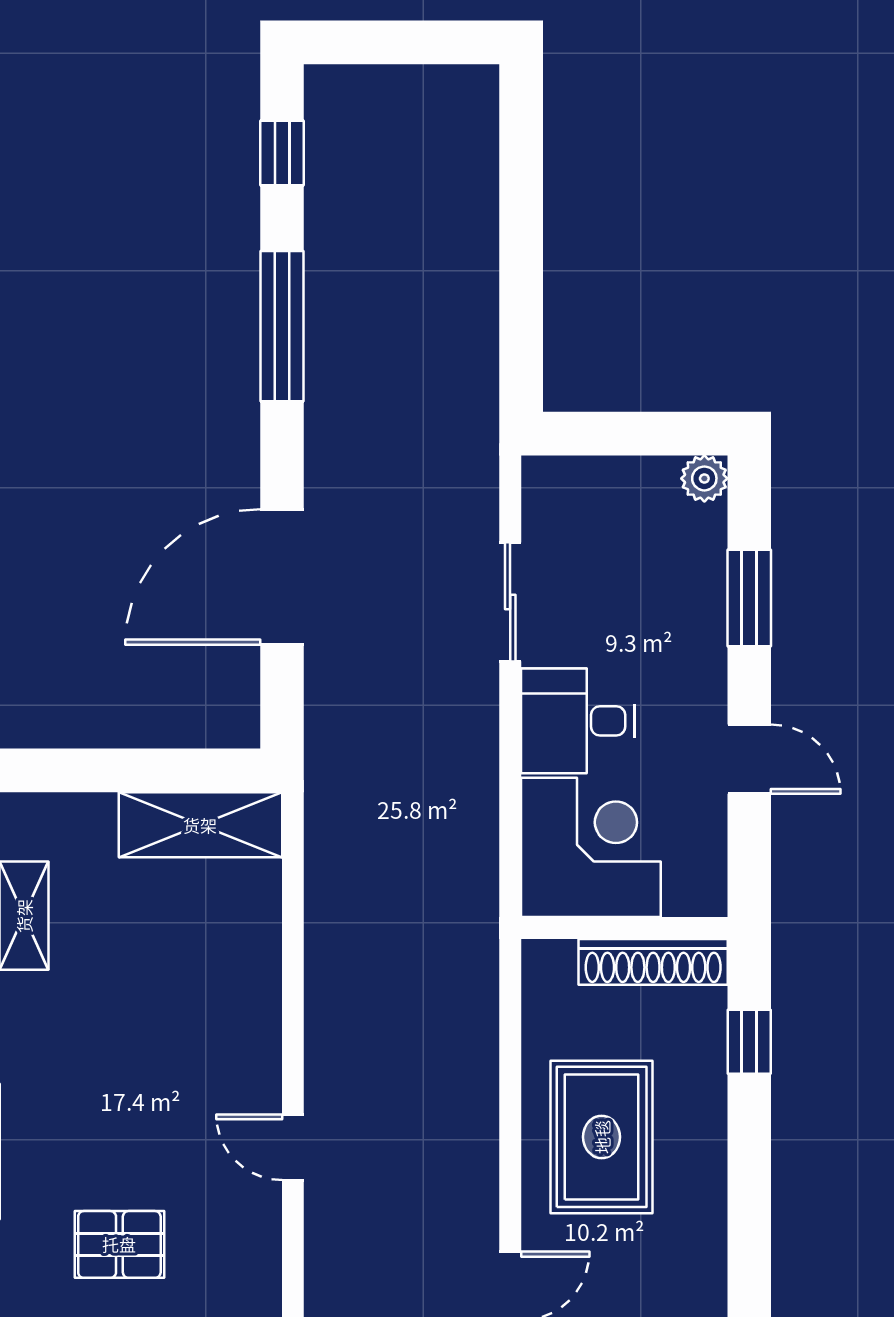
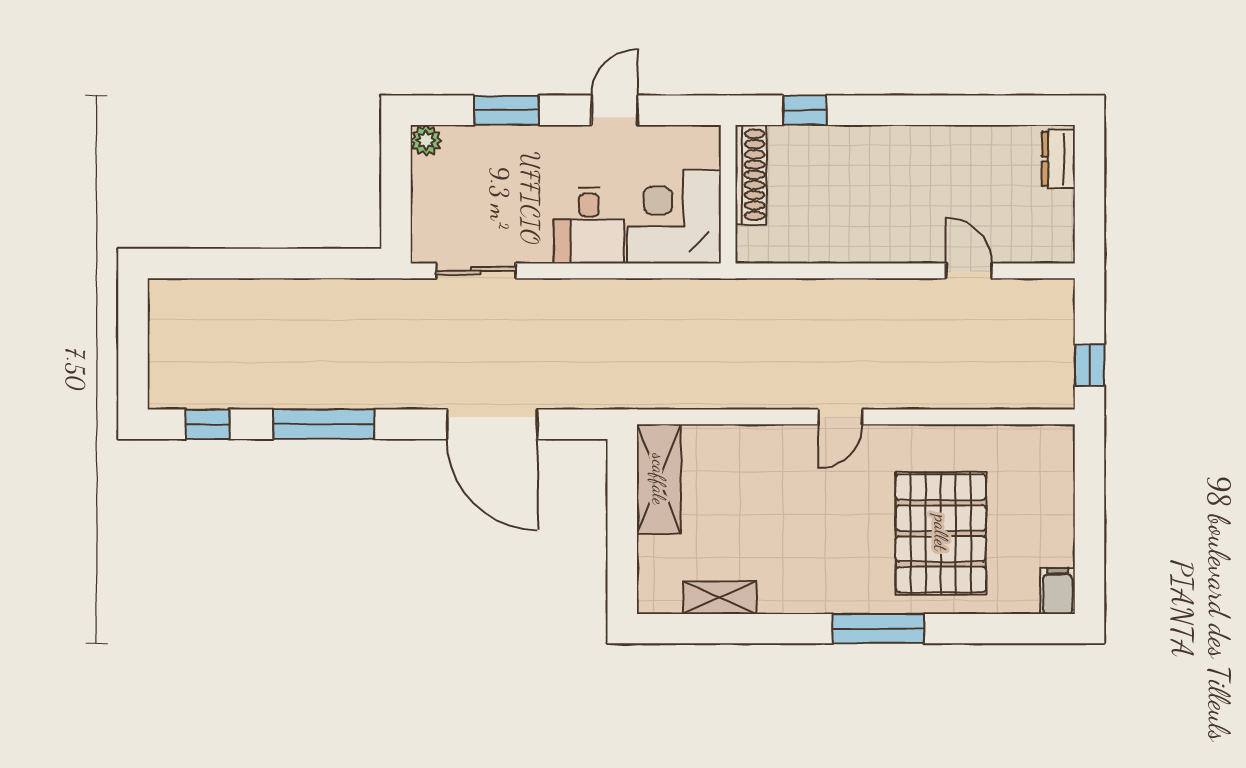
sliding door: (510, 602) -> (476, 271), moved
rug: (602, 1137) -> (869, 209), removed
door: (293, 1147) -> (840, 417), moved
pallet: (119, 1244) -> (941, 533), width x2.05, depth x2.00

